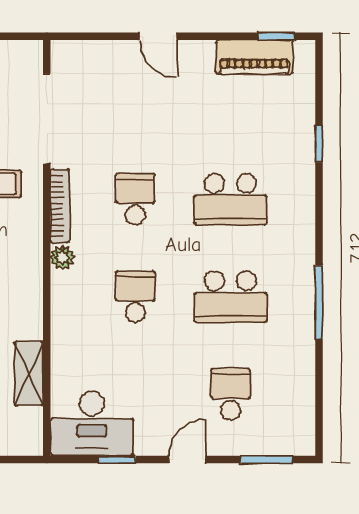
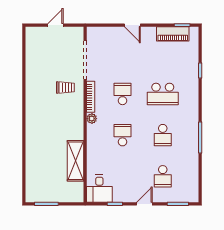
school desk: (230, 297) -> (163, 135), width x0.54
shelving: (29, 374) -> (75, 161), width x1.50, depth x1.33
school desk: (230, 394) -> (163, 176), turned 180
desk: (92, 424) -> (99, 189), width x0.73

